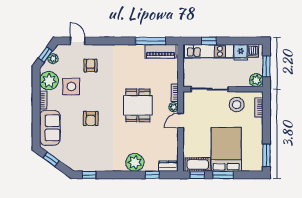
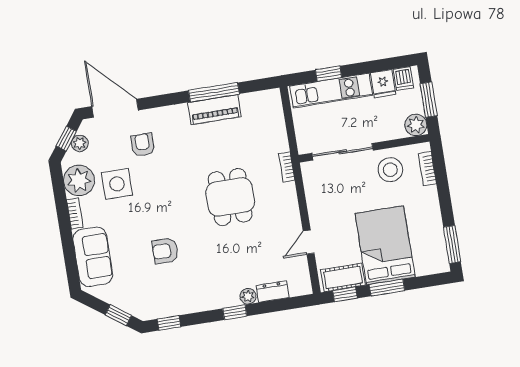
door: (78, 41) -> (115, 108), width x1.88
window: (151, 41) -> (214, 92), moved
piano: (160, 51) -> (214, 109), moved
plant: (174, 107) -> (289, 191), removed
armchair: (91, 118) -> (165, 251), moved, turned 90
door: (181, 121) -> (309, 242), moved
window: (51, 159) -> (118, 315), moved
plant: (135, 162) -> (248, 296), width x0.53, depth x0.53
dresser: (168, 166) -> (272, 292), moved
window: (152, 175) -> (235, 312), moved

